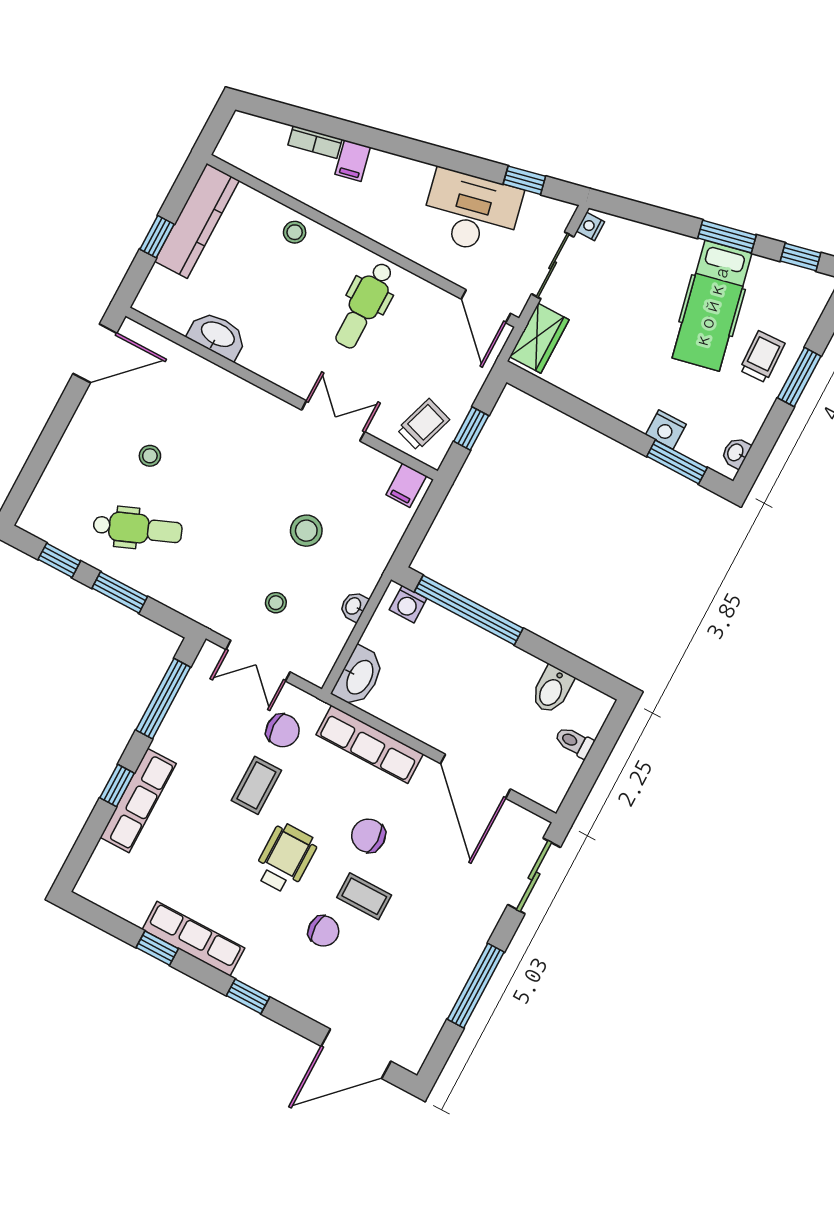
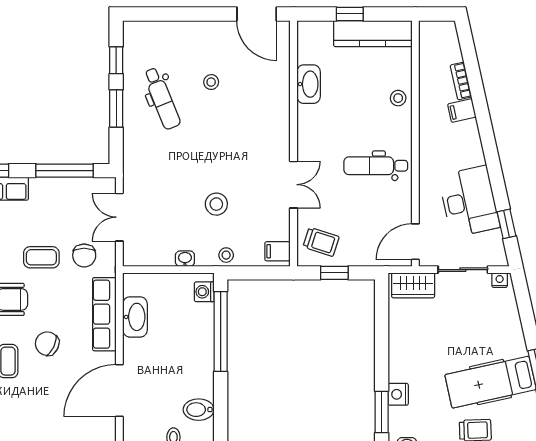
stool: (276, 603) -> (226, 255), moved
washbasin: (359, 677) -> (135, 317), moved, turned -90
chair: (368, 836) -> (47, 344), turned -64

